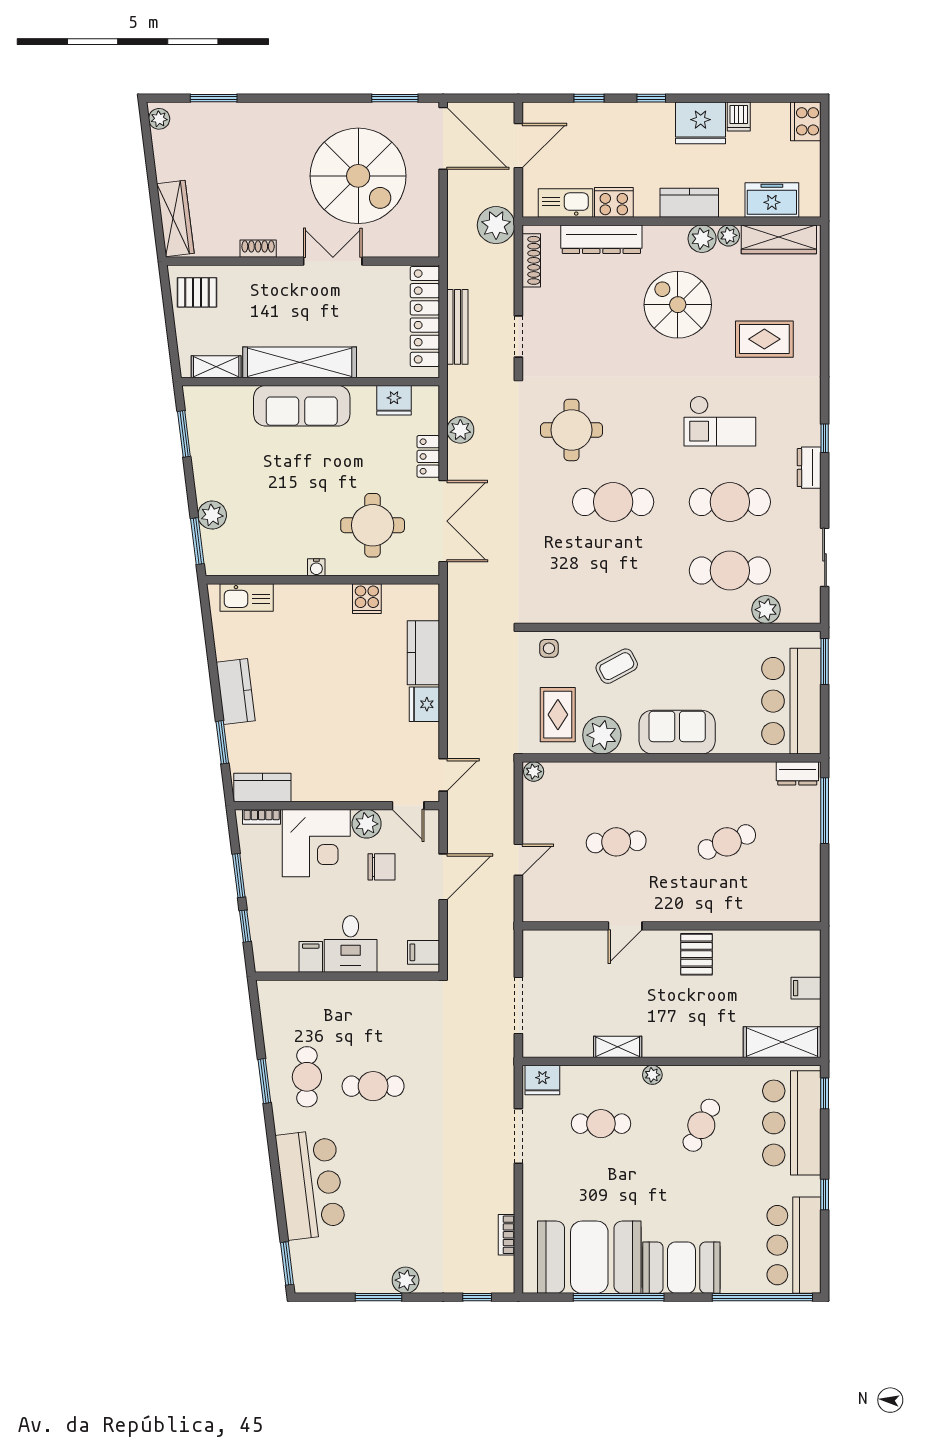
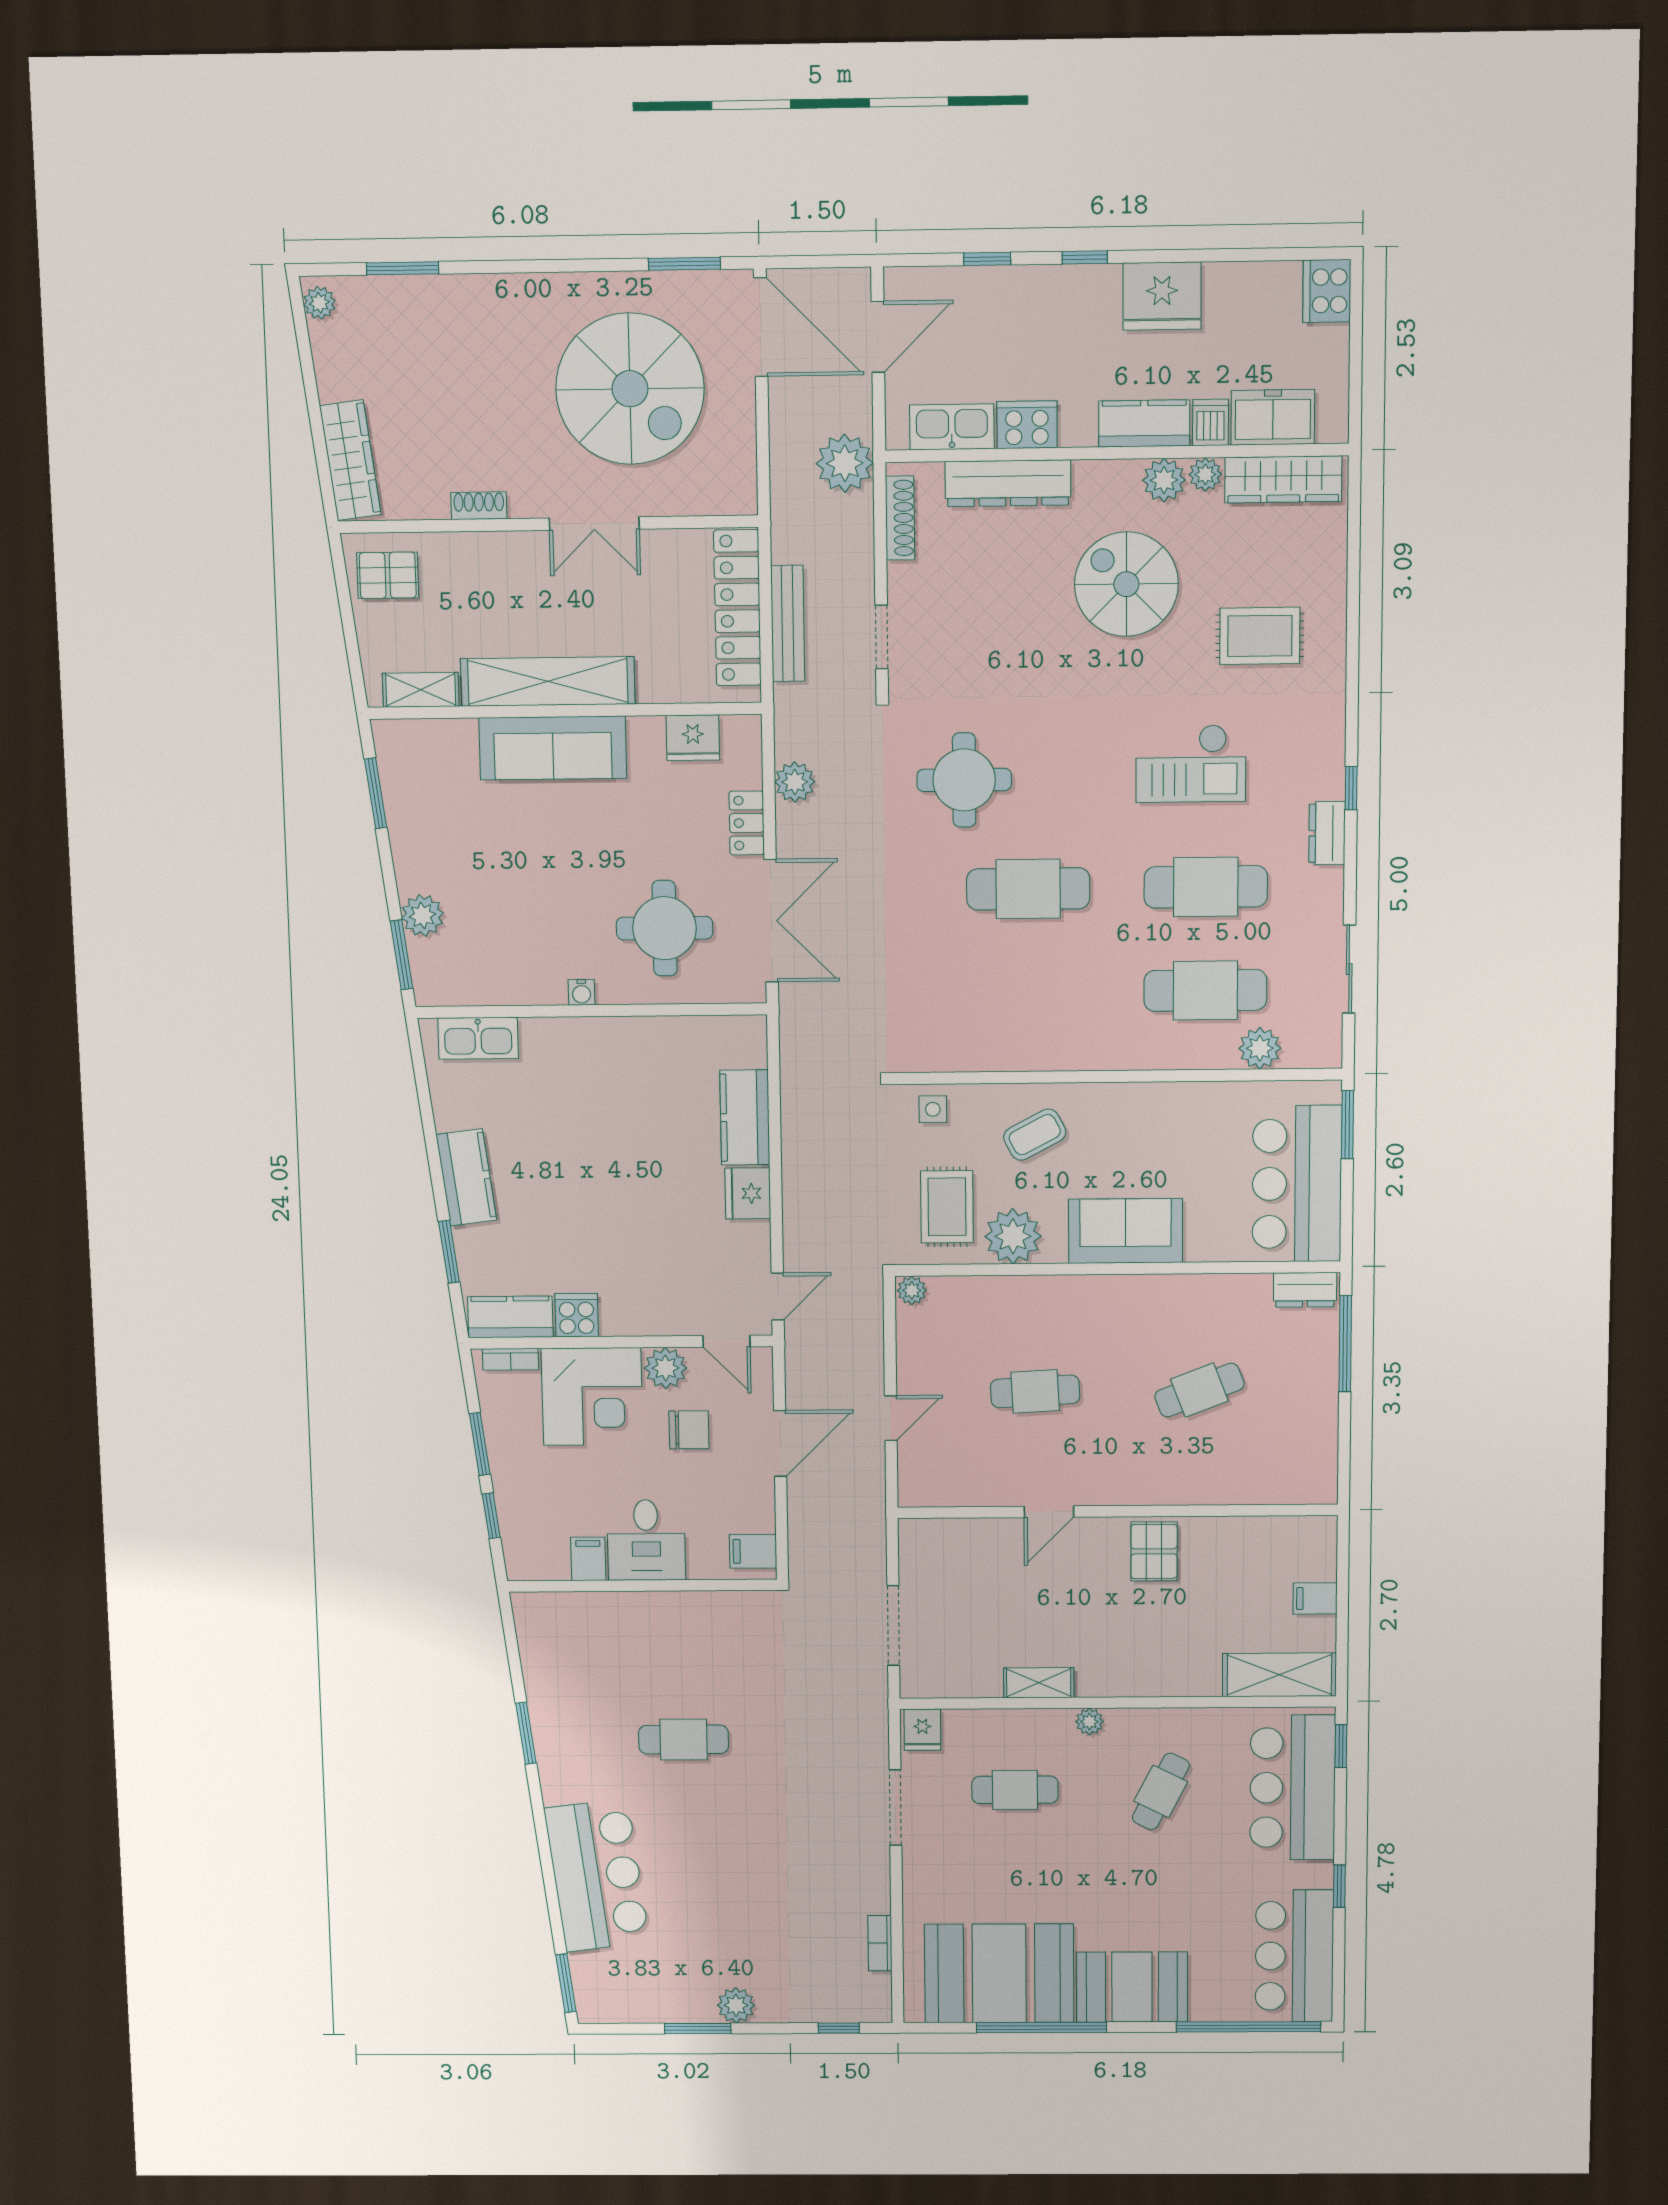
dishwasher: (739, 117) -> (1210, 422), moved, turned 180
double door: (333, 261) -> (594, 524), swing flipped
cooker: (367, 599) -> (577, 1315), moved, turned 180
cafe table: (307, 1077) -> (587, 1727), removed
fridge: (542, 1080) -> (922, 1730), width x0.72

